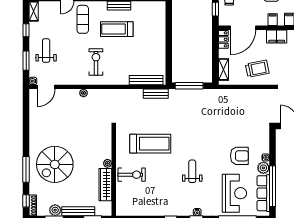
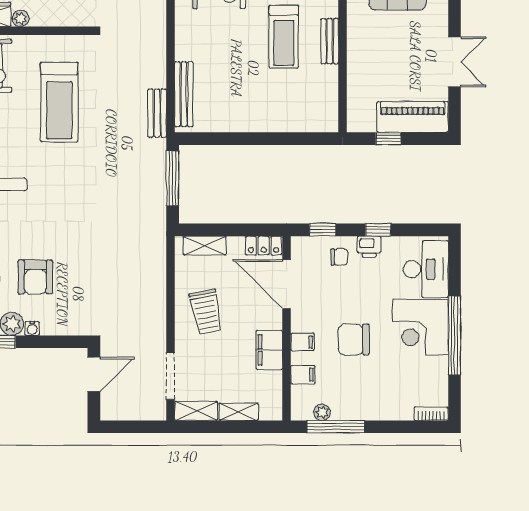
treadmill: (117, 29) -> (284, 37), turned 180

